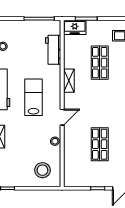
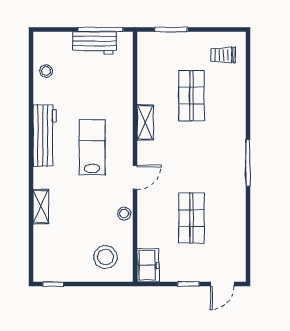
freezer: (75, 27) -> (148, 265), moved, turned -90
workbench: (53, 50) -> (95, 43), moved, turned -90

